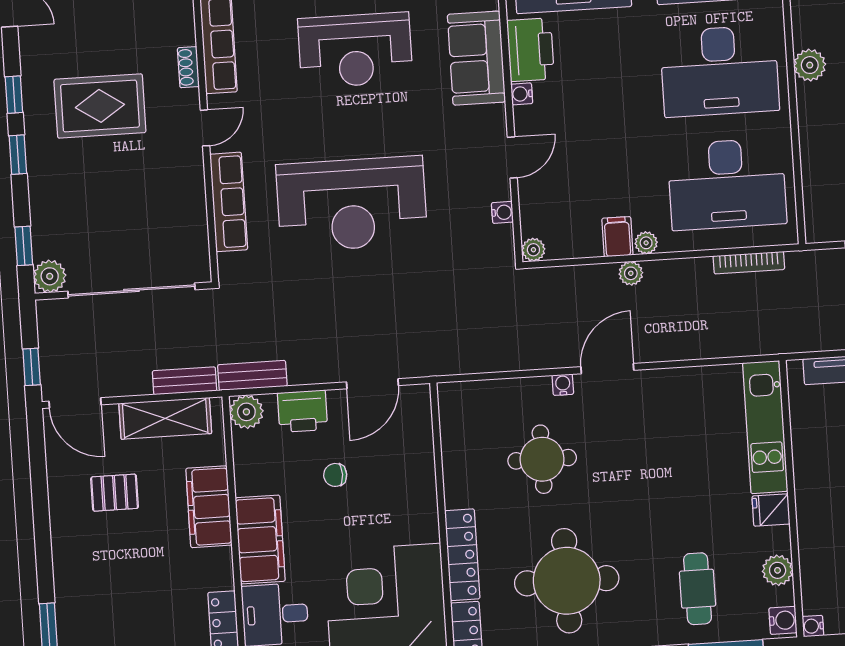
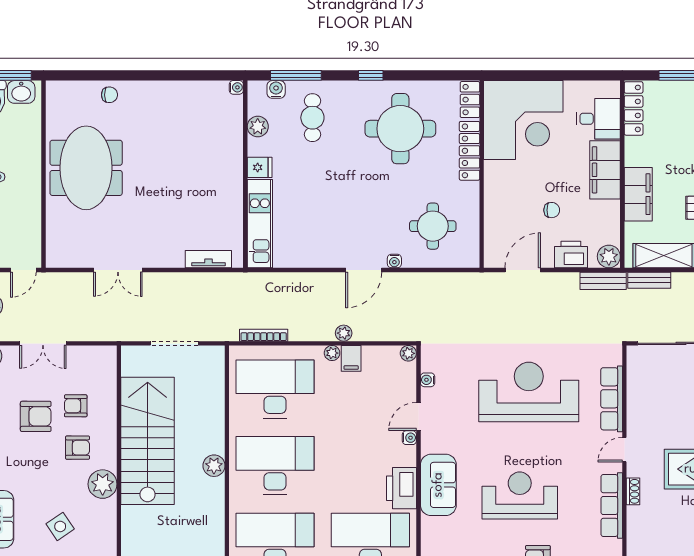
water cooler: (522, 94) -> (409, 438), moved
round table: (542, 459) -> (433, 226), moved
water cooler: (783, 620) -> (276, 89), moved, turned 90

